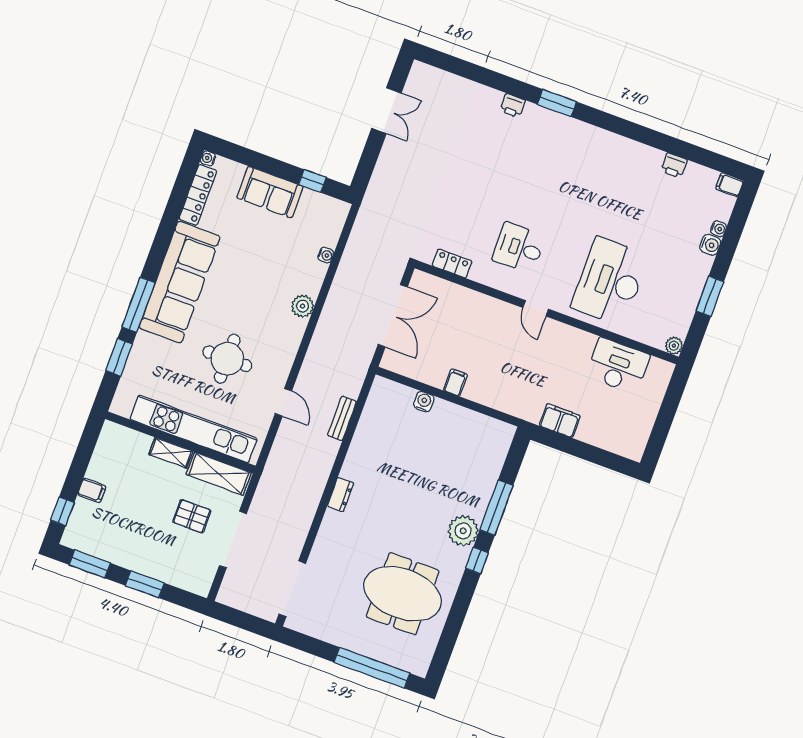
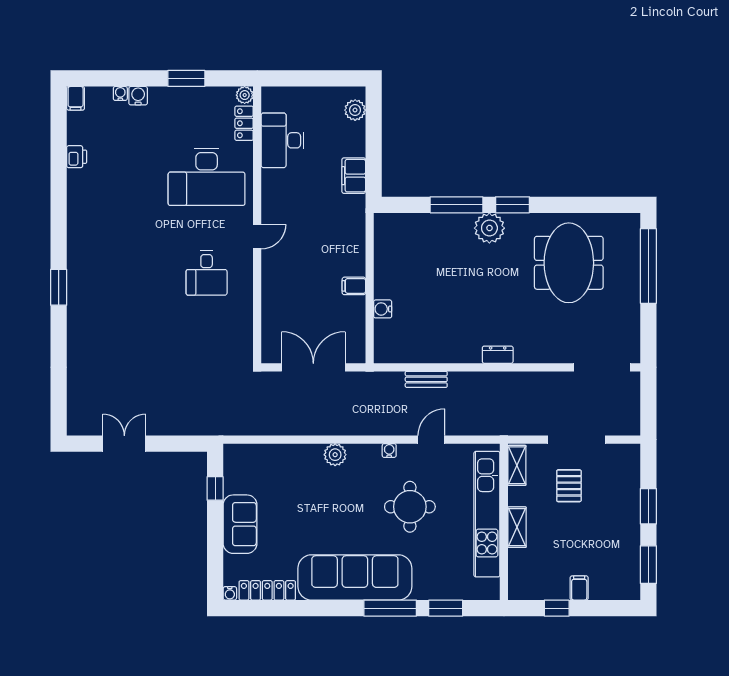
printer: (513, 106) -> (76, 328), removed
water cooler: (326, 255) -> (389, 450), moved
locker: (452, 263) -> (244, 123), moved
plant: (621, 445) -> (355, 110), added
shelving: (219, 474) -> (517, 465), width x0.67, depth x0.75
window: (62, 511) -> (557, 608), moved
window: (477, 561) -> (512, 205), width x1.50

